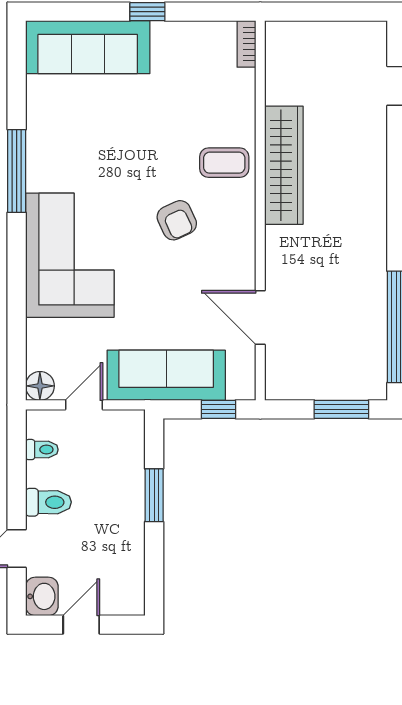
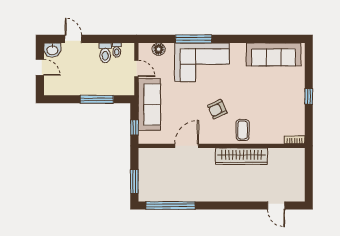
sofa: (88, 47) -> (273, 54), moved, turned -90
window: (17, 171) -> (194, 39), moved
door: (260, 318) -> (187, 146), moved
floor lamp: (40, 386) -> (159, 49), moved
window: (154, 495) -> (97, 99), width x1.44
toilet: (48, 502) -> (105, 53), moved

